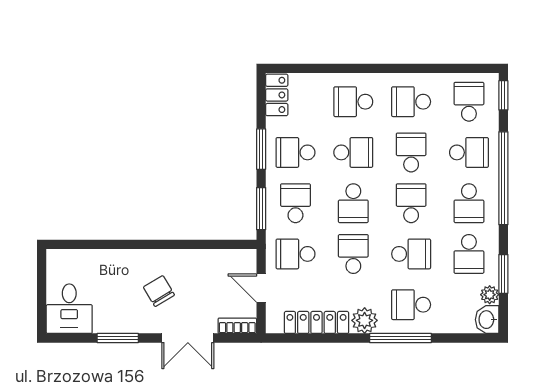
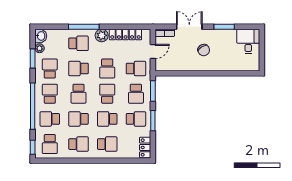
school desk: (411, 152) -> (78, 119), turned 90
door: (261, 288) -> (153, 51), hinge flipped

